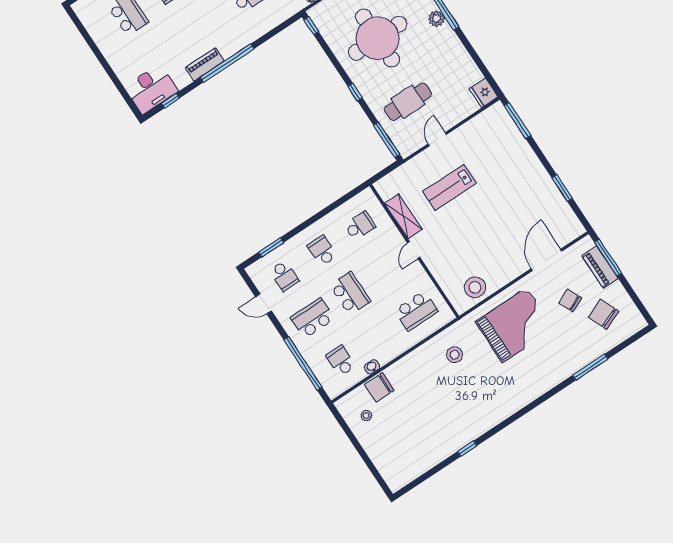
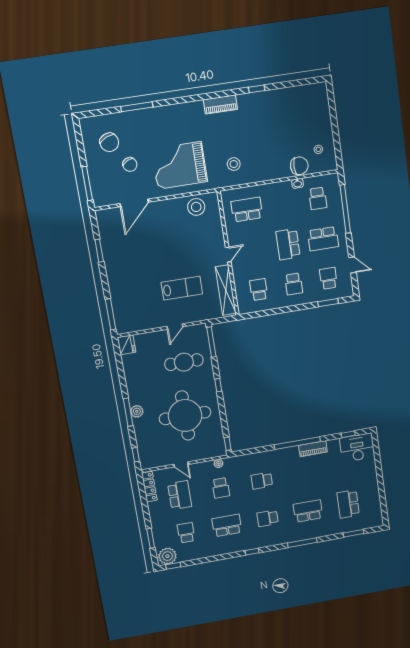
shelving: (403, 216) -> (226, 290), width x1.47
school desk: (360, 226) -> (259, 290), turned 90
piano: (600, 267) -> (220, 104), moved, turned 90

